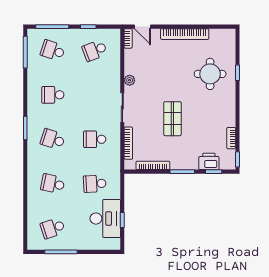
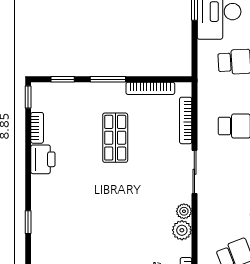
plant: (131, 67) -> (182, 230), added
round table: (210, 74) -> (68, 220), removed
shop shelf: (172, 119) -> (115, 138), moved
printer: (209, 161) -> (43, 159), moved, turned -90

